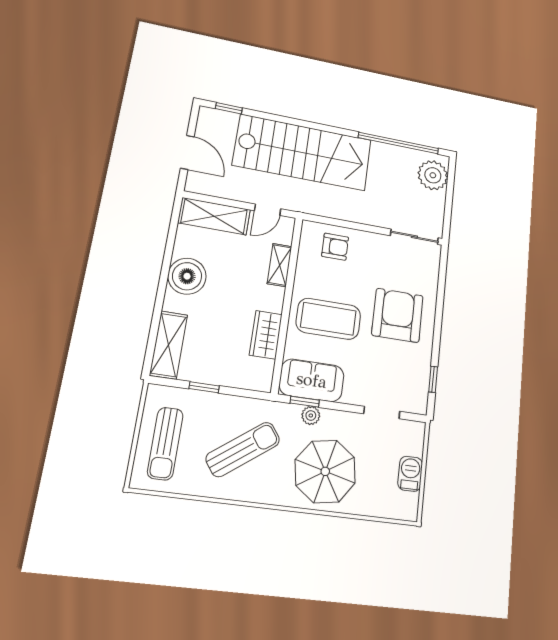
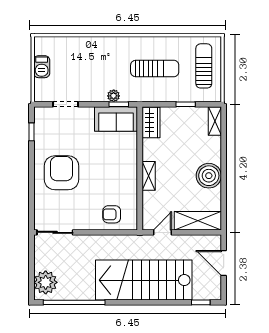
shelving: (280, 265) -> (149, 176), moved
armchair: (398, 315) -> (62, 173), turned 180
coffee table: (328, 319) -> (110, 162), removed
wardrobe: (266, 335) -> (151, 123), moved
shelving: (169, 345) -> (215, 121), width x0.67, depth x0.75
sun lounger: (243, 449) -> (155, 69), turned -144
parasol: (325, 471) -> (99, 61), removed

